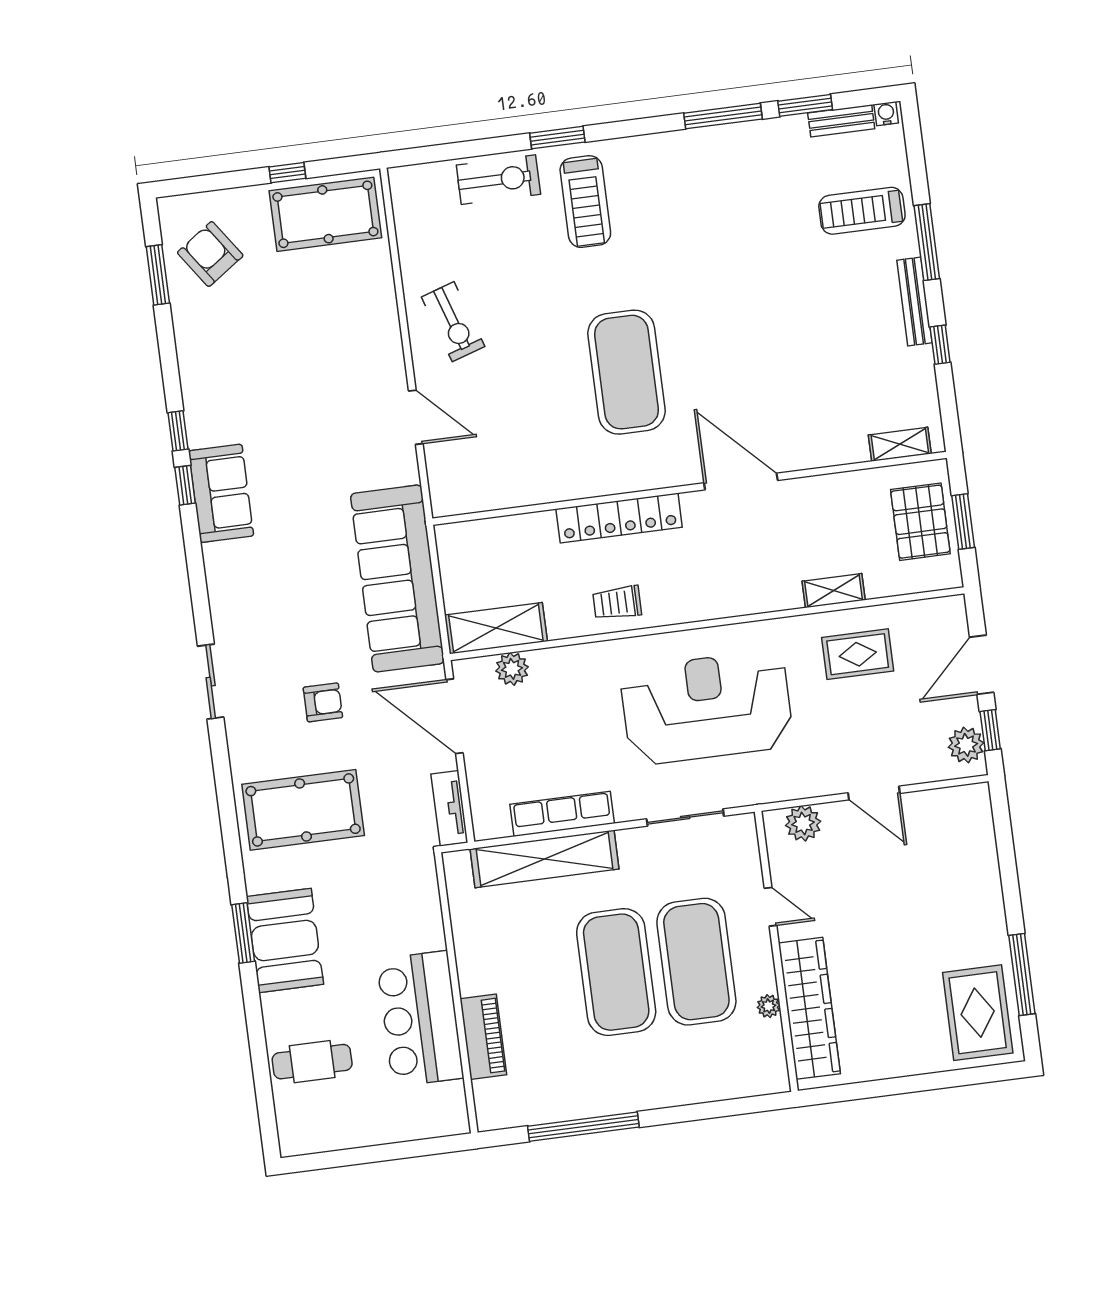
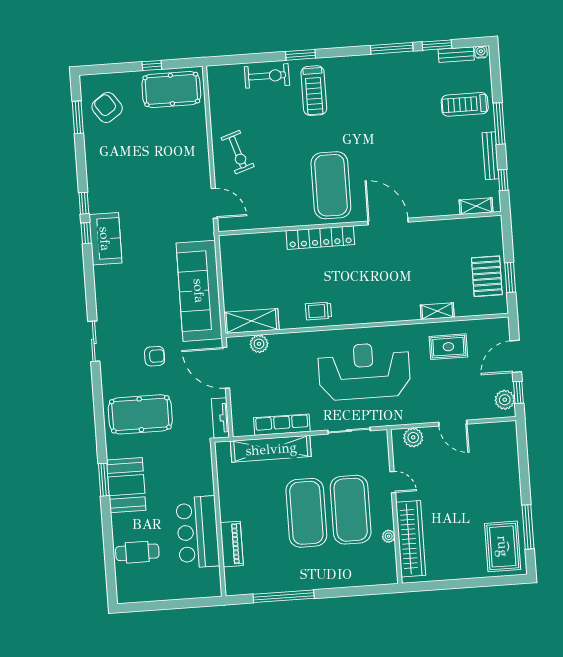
shelving: (900, 444) -> (476, 206), moved
door: (741, 482) -> (388, 222), moved
wall: (690, 488) -> (360, 224), moved
locker: (619, 518) -> (320, 238), moved

